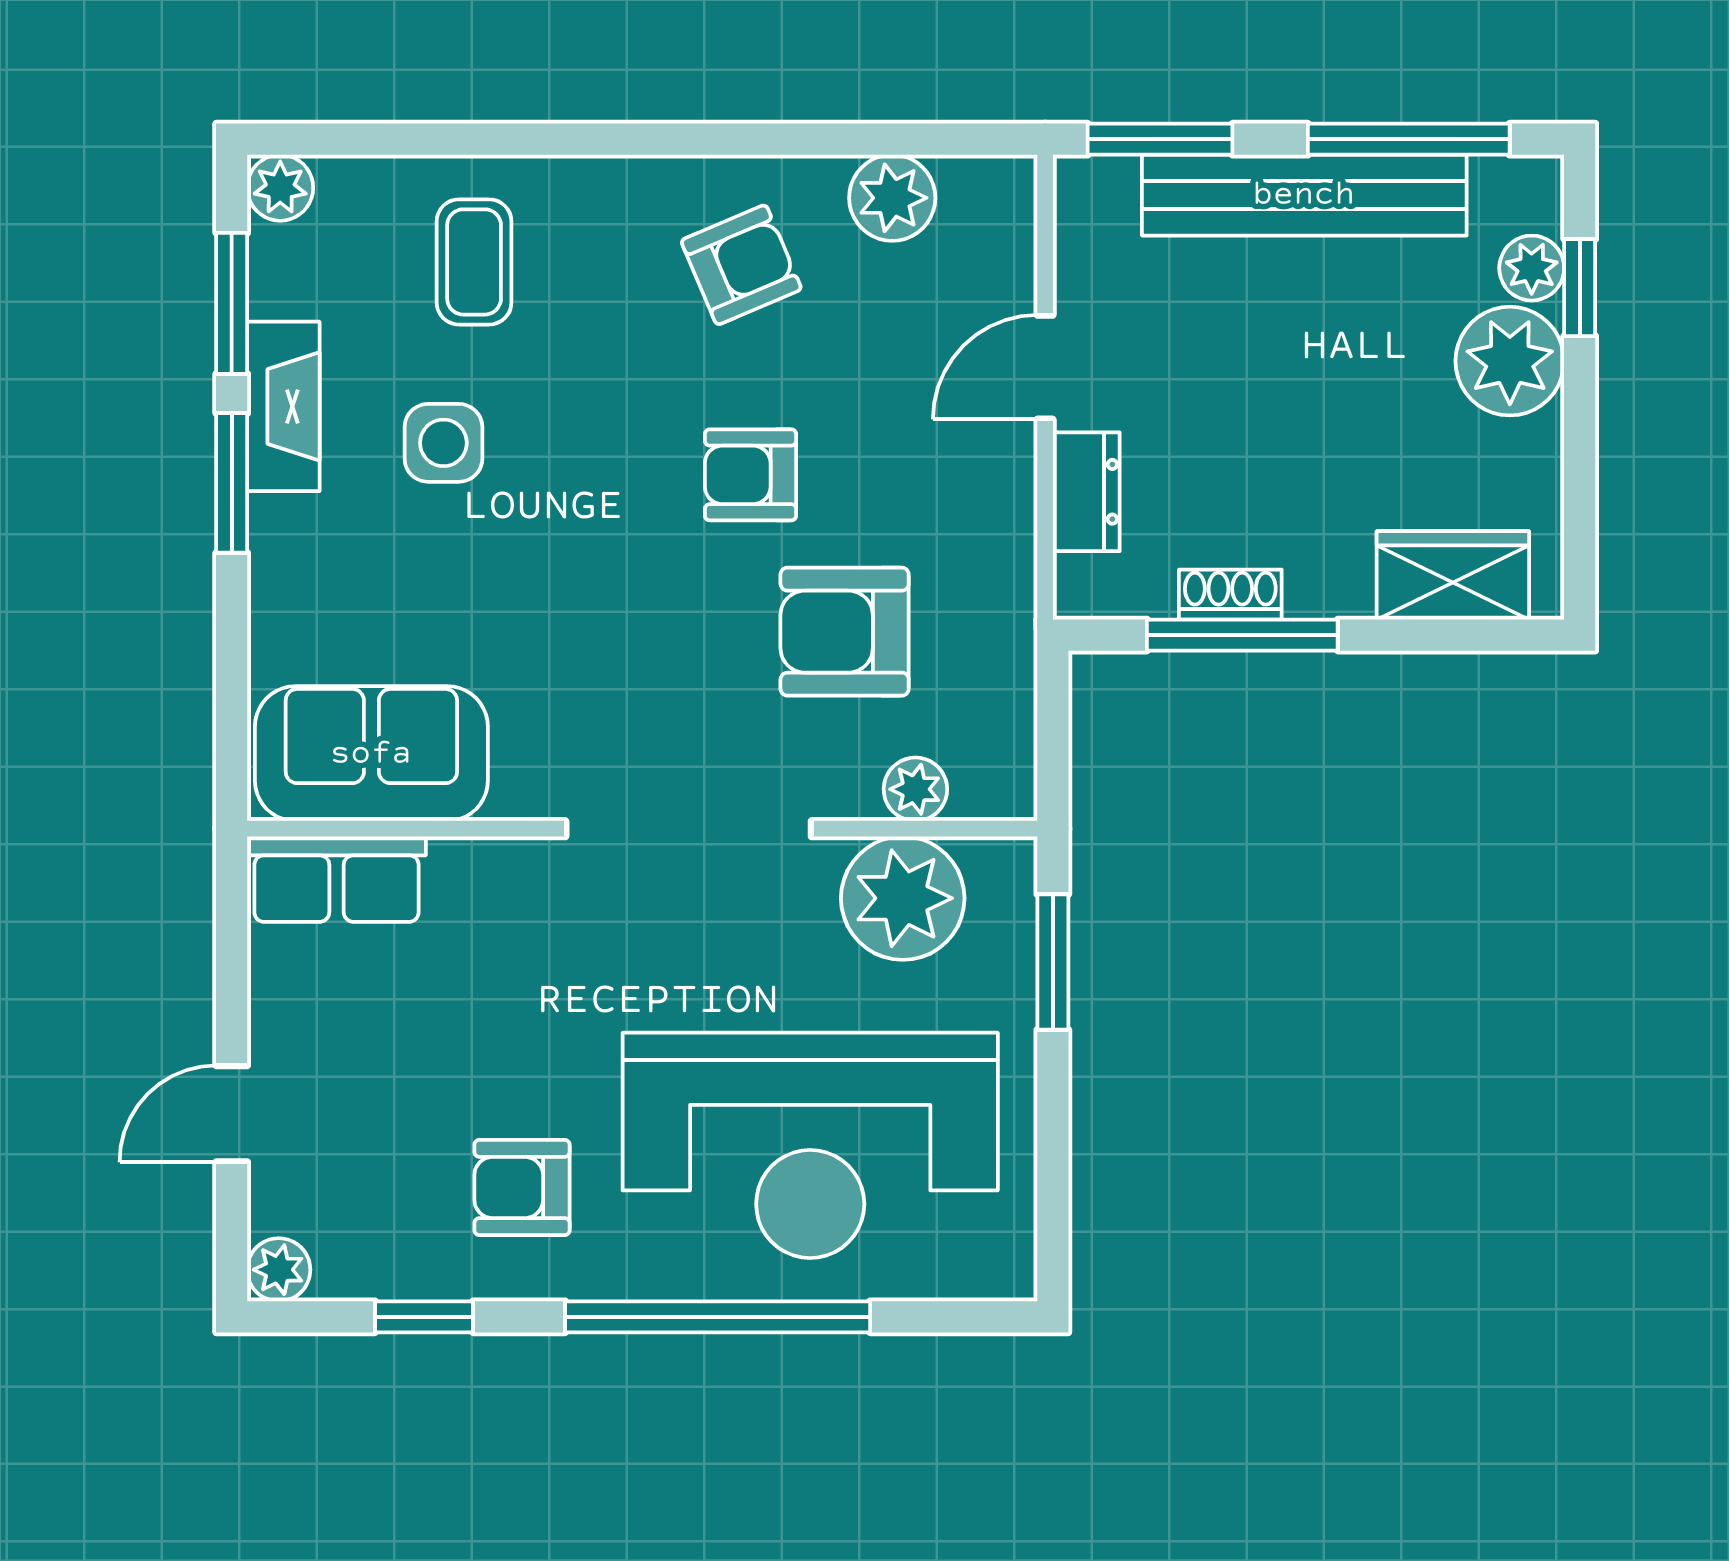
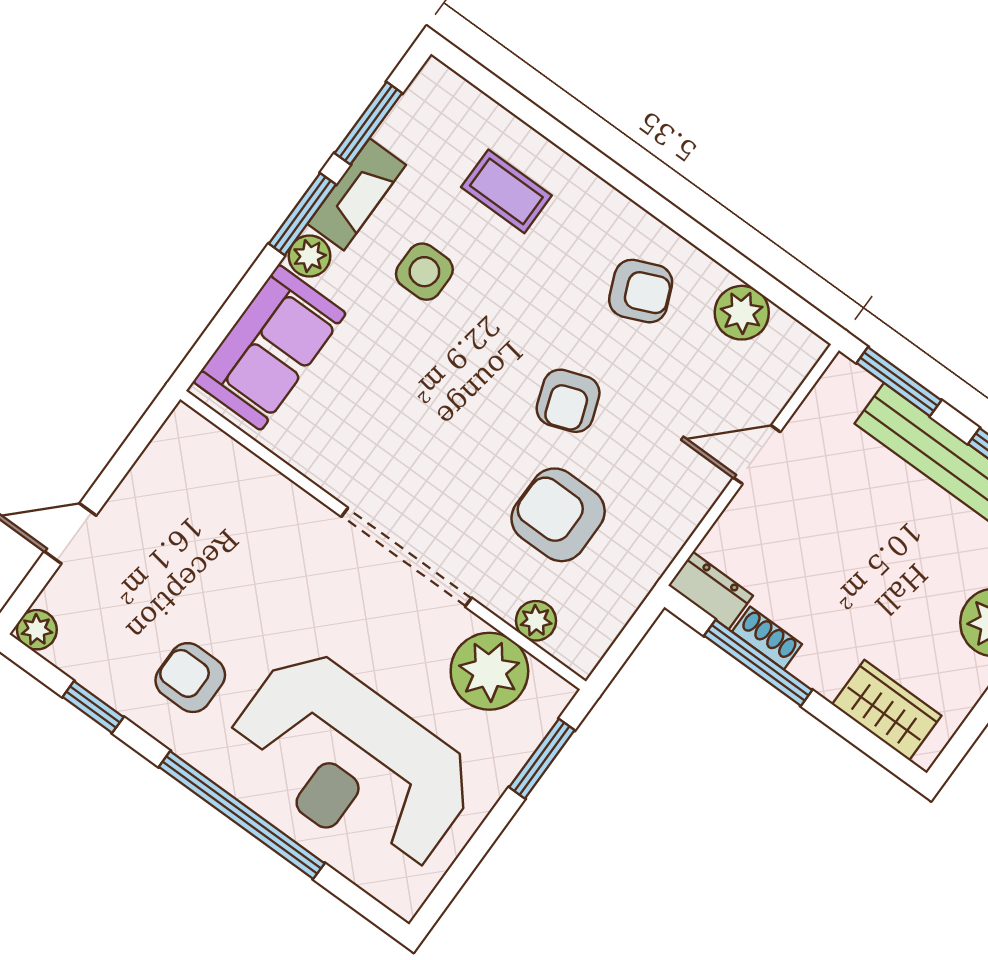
plant: (280, 188) -> (309, 256), moved
coffee table: (474, 262) -> (506, 191), turned 90
armchair: (750, 475) -> (568, 401), turned -110
dresser: (1086, 492) -> (711, 591), moved, turned -90
sofa: (371, 754) -> (270, 347), moved, turned 90
row of seats: (337, 879) -> (210, 453), removed

